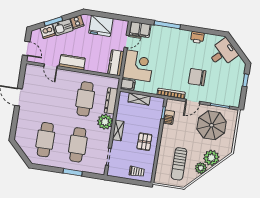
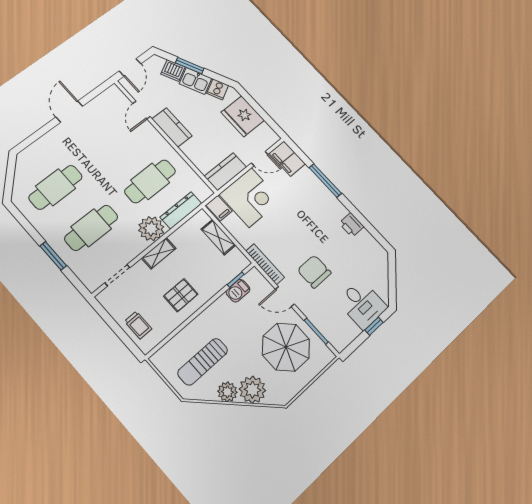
desk: (223, 53) -> (362, 304), moved, turned 45

